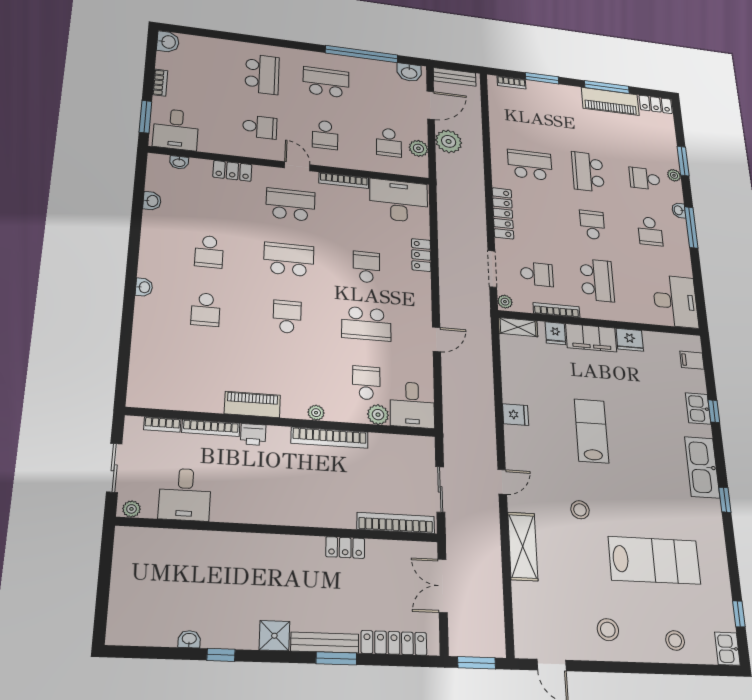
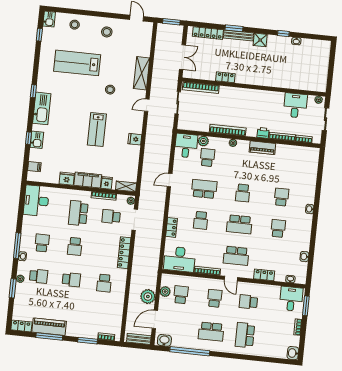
school desk: (530, 165) -> (104, 283), width x0.54
school desk: (588, 172) -> (71, 280), width x0.54
school desk: (366, 383) -> (207, 158), turned 180

